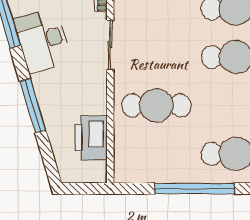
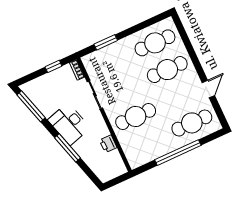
desk: (42, 40) -> (69, 124), moved
printer: (91, 138) -> (108, 144), width x0.53, depth x0.68

